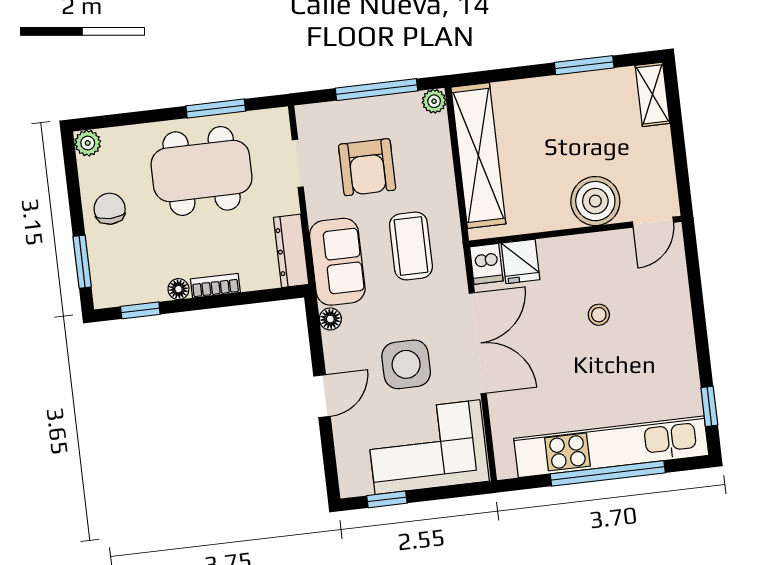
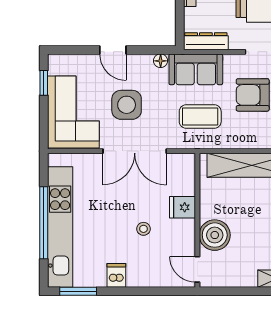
fridge: (521, 261) -> (183, 207), moved
dishwasher: (486, 264) -> (116, 275), moved, turned 90
window: (709, 406) -> (78, 291), width x1.50

